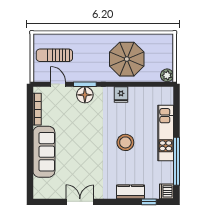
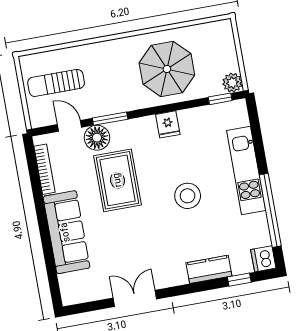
window: (157, 84) -> (220, 99), added
floor lamp: (85, 95) -> (97, 138), moved
rug: (82, 125) -> (118, 180), added

